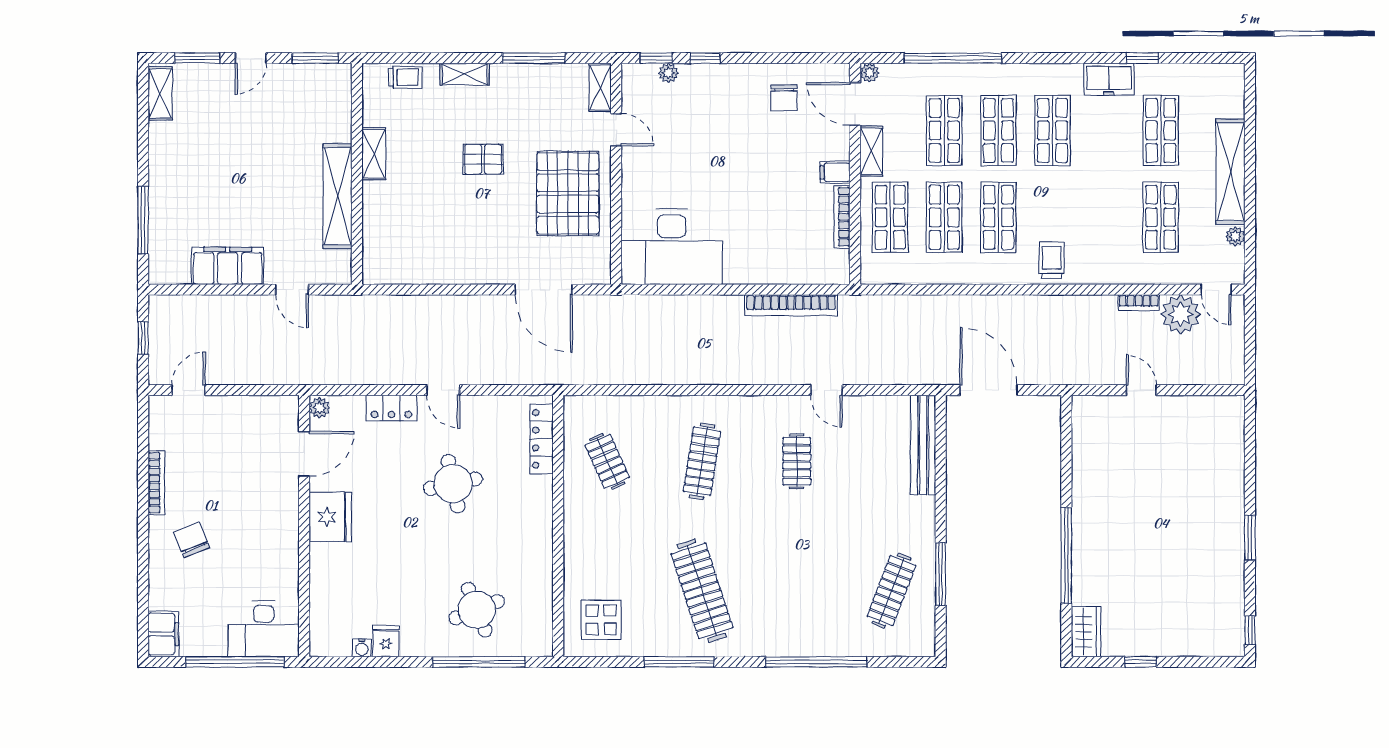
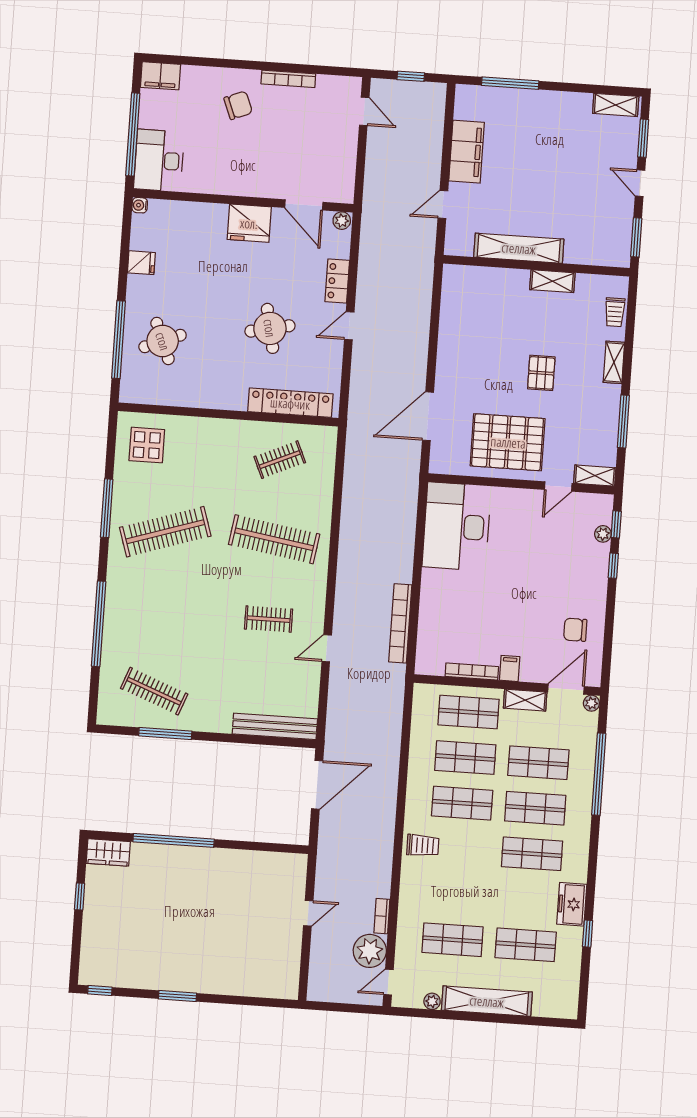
locker: (542, 439) -> (290, 403), width x1.41, depth x1.21
clothes rail: (702, 461) -> (274, 539), width x1.37, depth x1.31
water cooler: (362, 648) -> (140, 205), moved

